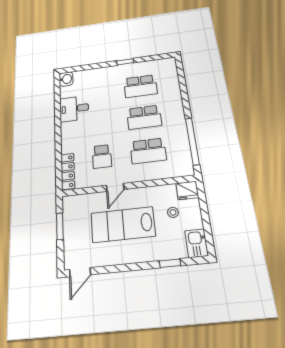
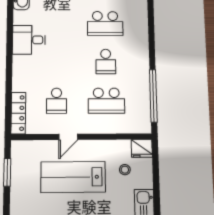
school desk: (144, 117) -> (106, 61), width x0.54

